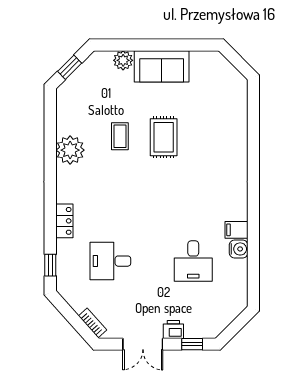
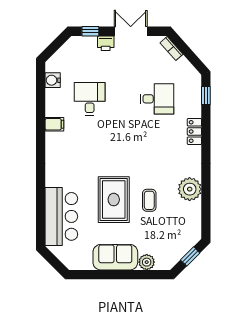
bar counter: (228, 116) -> (61, 216), added
rug: (164, 137) -> (114, 200), width x1.36, depth x1.43
water cooler: (239, 249) -> (53, 80), moved

